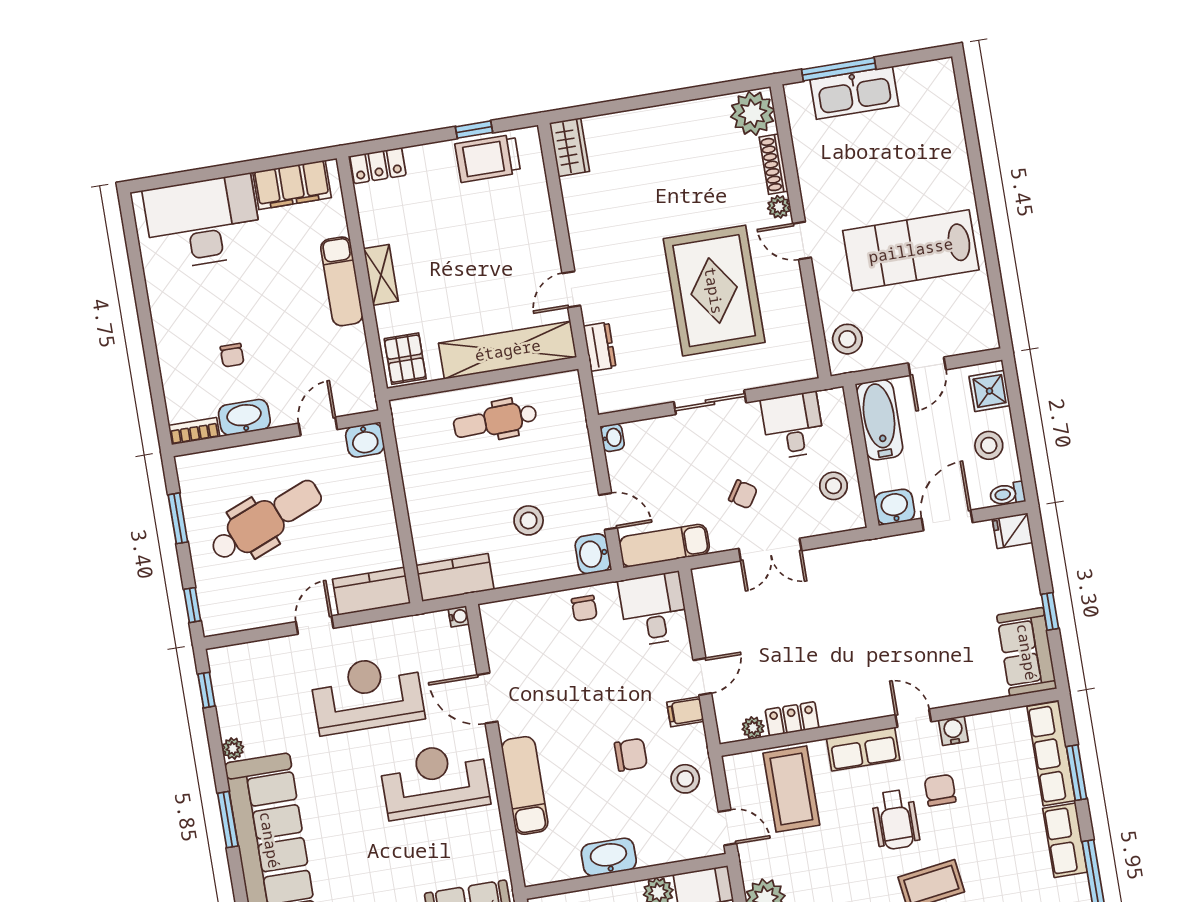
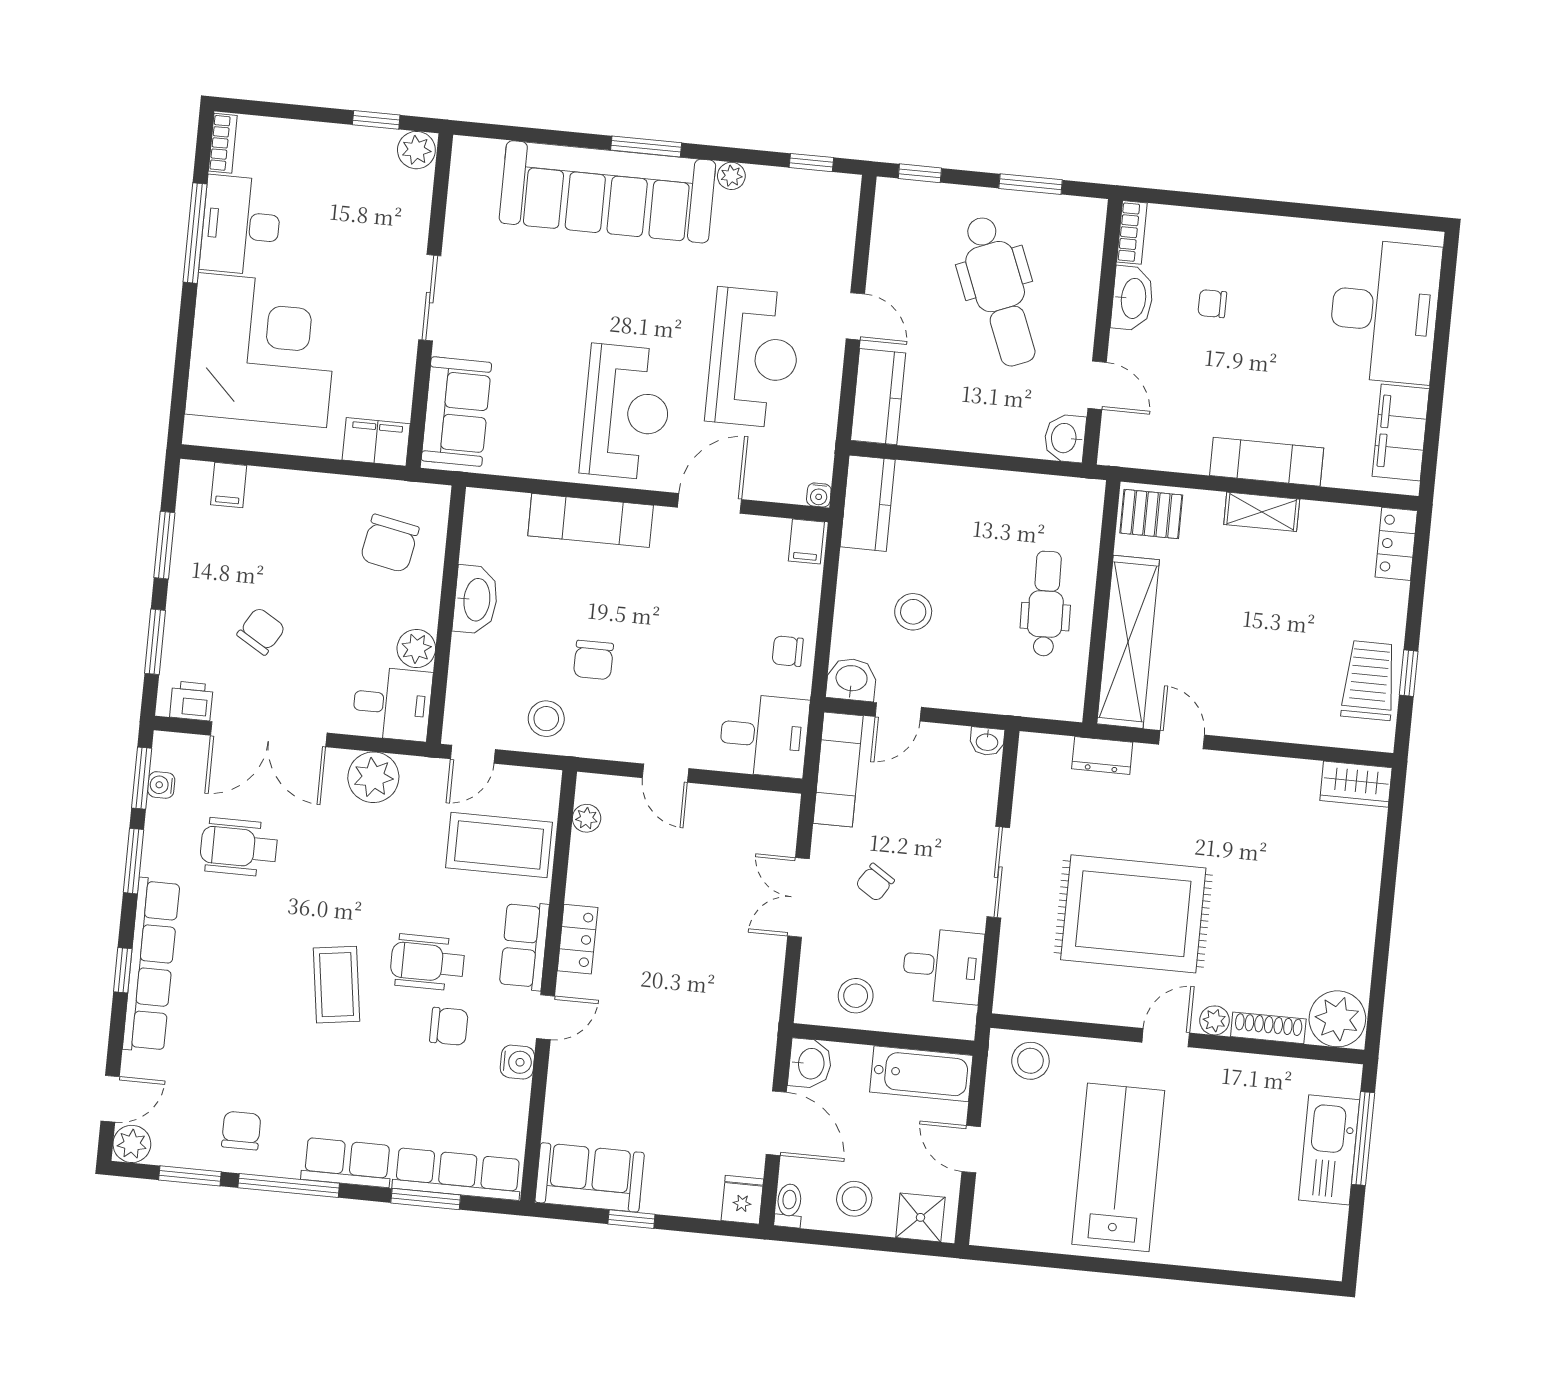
filing cabinet: (685, 712) -> (806, 542), moved, turned 180
locker: (792, 719) -> (578, 939), moved

